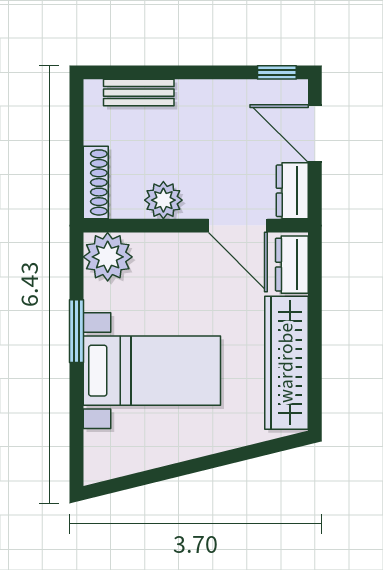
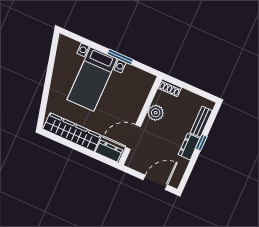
window: (277, 72) -> (201, 143), moved
shoe rack: (96, 182) -> (170, 88), width x0.70
dresser: (292, 191) -> (189, 147), moved, turned -90
plant: (108, 257) -> (143, 82), removed

